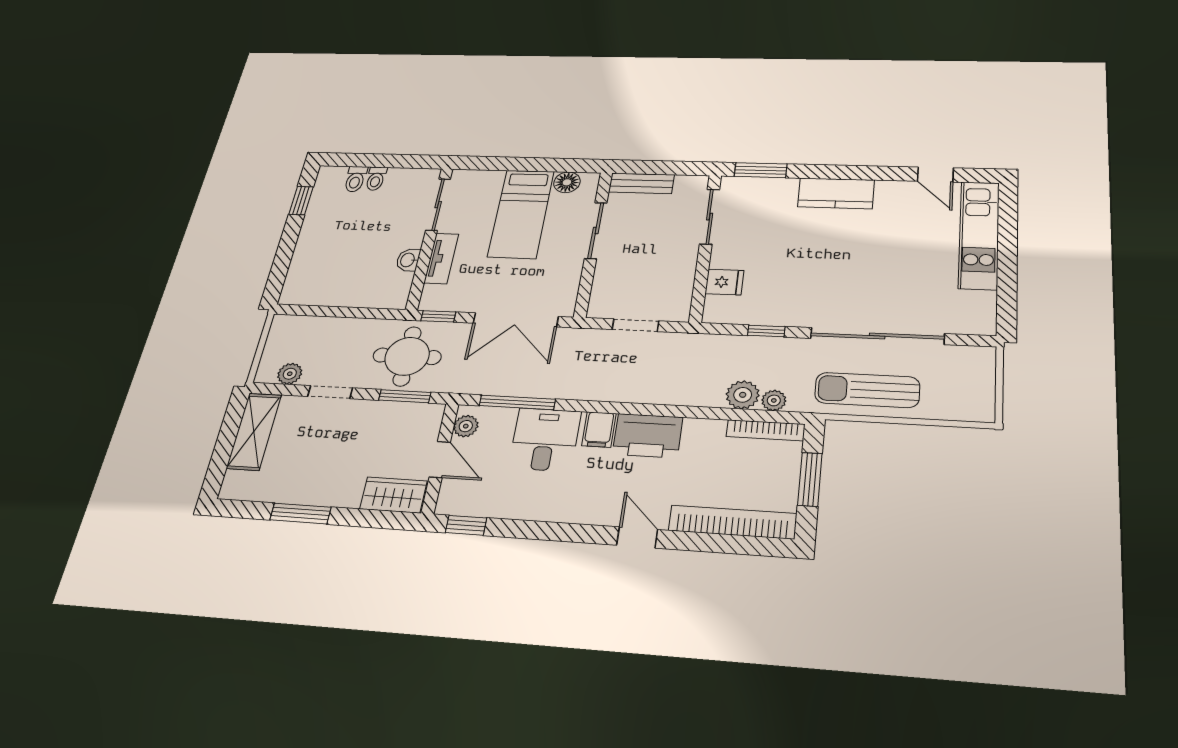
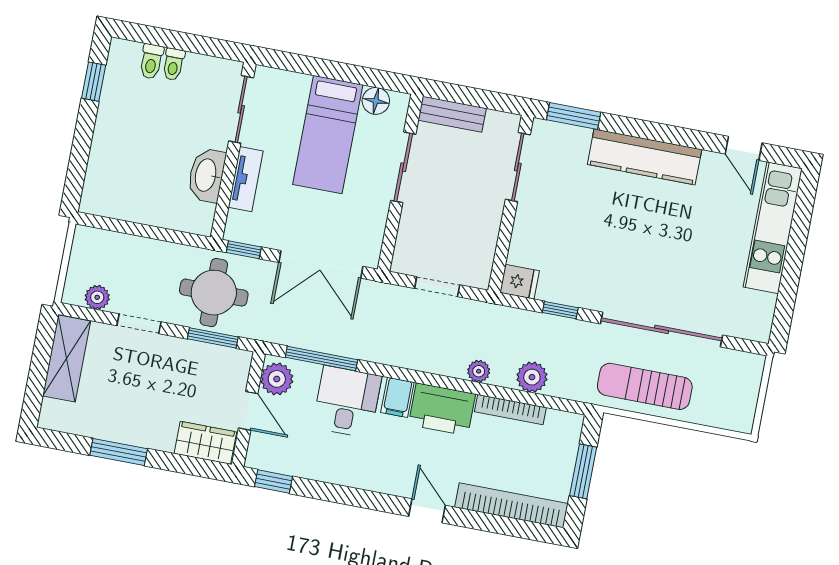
kitchen counter: (836, 193) -> (645, 157), width x1.50
washbasin: (408, 260) -> (206, 175), width x1.91, depth x1.45
fridge: (724, 282) -> (519, 282), moved
plant: (774, 400) -> (479, 371), moved
plant: (466, 426) -> (277, 379), width x1.38, depth x1.38
bookcase: (766, 430) -> (510, 410), moved

